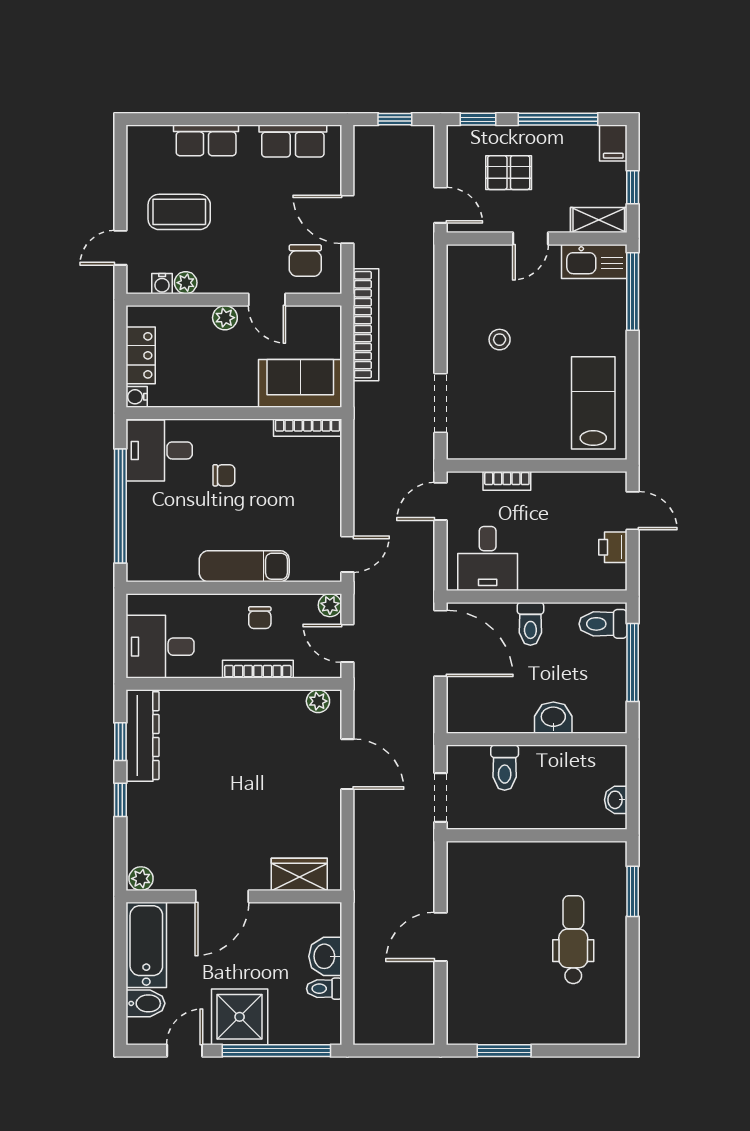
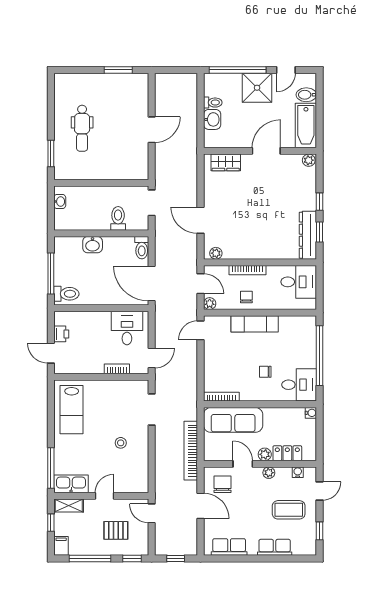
window: (120, 172) -> (320, 531), added
plant: (186, 283) -> (269, 473), moved
locker: (141, 355) -> (287, 453), moved, turned 90
sofa: (300, 383) -> (233, 420), width x1.36
toilet: (530, 624) -> (142, 248), moved, turned 180

